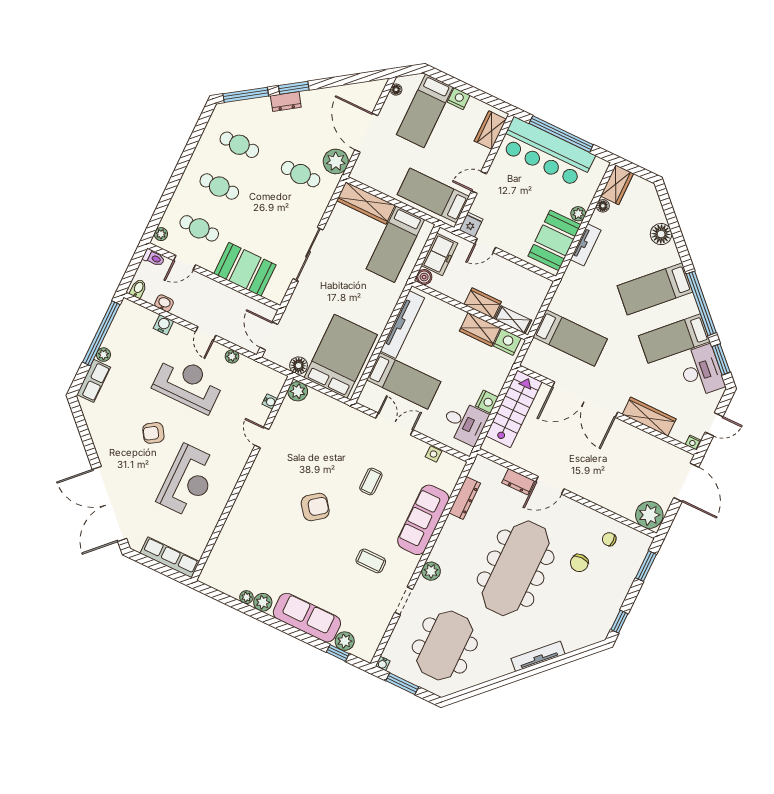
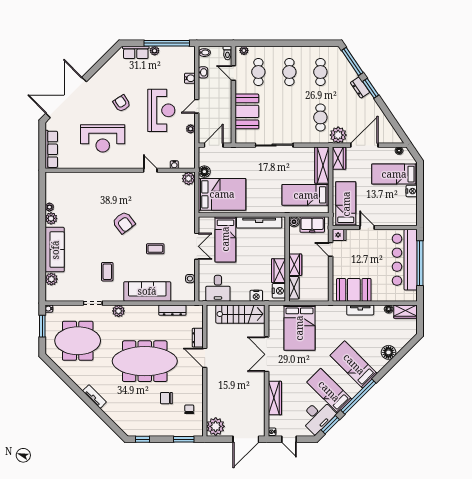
wardrobe: (490, 130) -> (339, 158), moved, turned 90
plant: (578, 214) -> (377, 296), removed
bed: (570, 338) -> (299, 328), width x1.50
double door: (585, 400) -> (267, 354), width x0.73
nightstand: (487, 402) -> (256, 296), moved
door: (262, 437) -> (150, 170), hinge flipped
window: (338, 653) -> (42, 278), removed
tv unit: (538, 656) -> (94, 397), width x0.71

